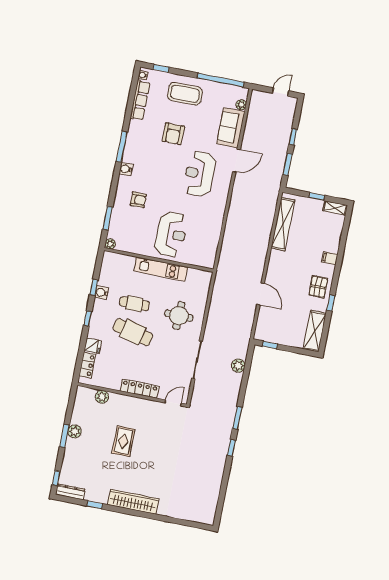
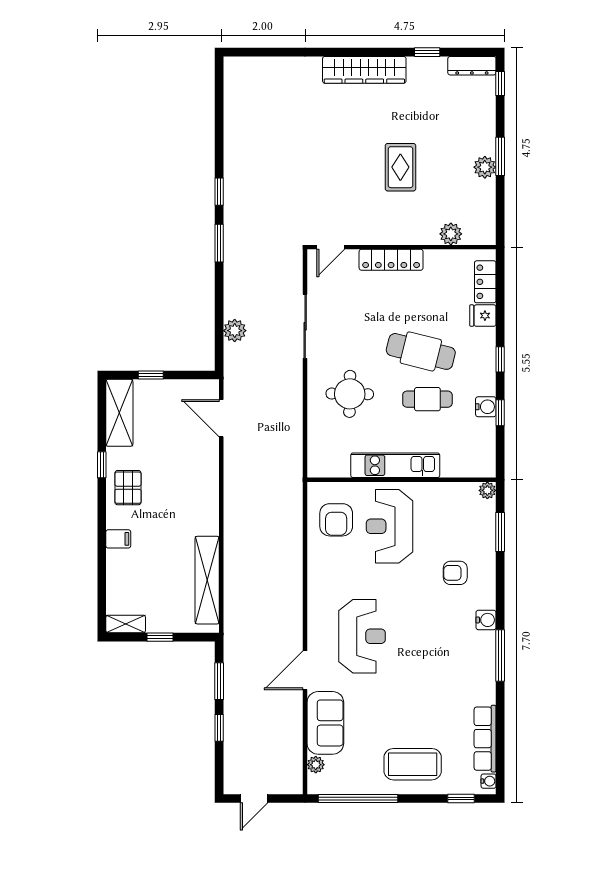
armchair: (173, 134) -> (336, 520), moved, turned 180
door: (261, 294) -> (221, 418), moved
window: (270, 345) -> (151, 375), moved

